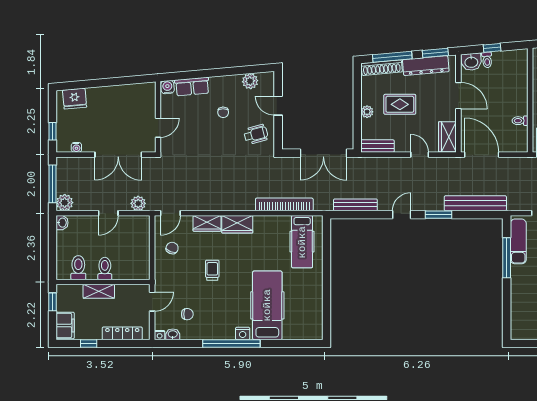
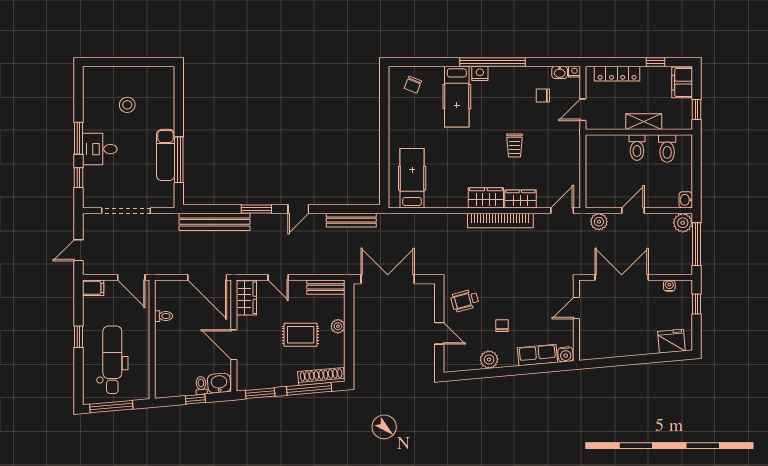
dresser: (426, 66) -> (271, 379), removed
plant: (250, 81) -> (489, 360), moved
bookcase: (284, 204) -> (500, 221), moved
exam couch: (518, 241) -> (166, 155), moved
chair: (172, 248) -> (413, 85), moved
hospital bed: (267, 305) -> (457, 97), width x0.73, depth x0.78

